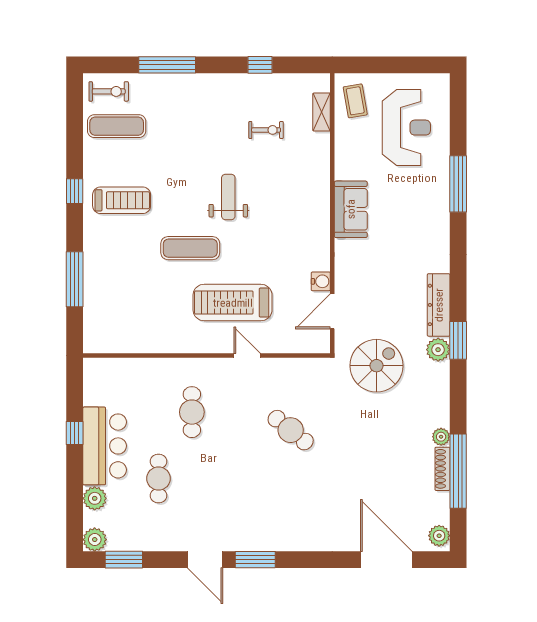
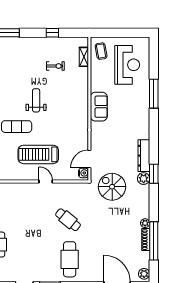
water cooler: (321, 281) -> (83, 173), moved
spiral stairs: (377, 366) -> (112, 187), turned -90
cafe table: (192, 412) -> (70, 259), moved, width x1.37, depth x1.35

